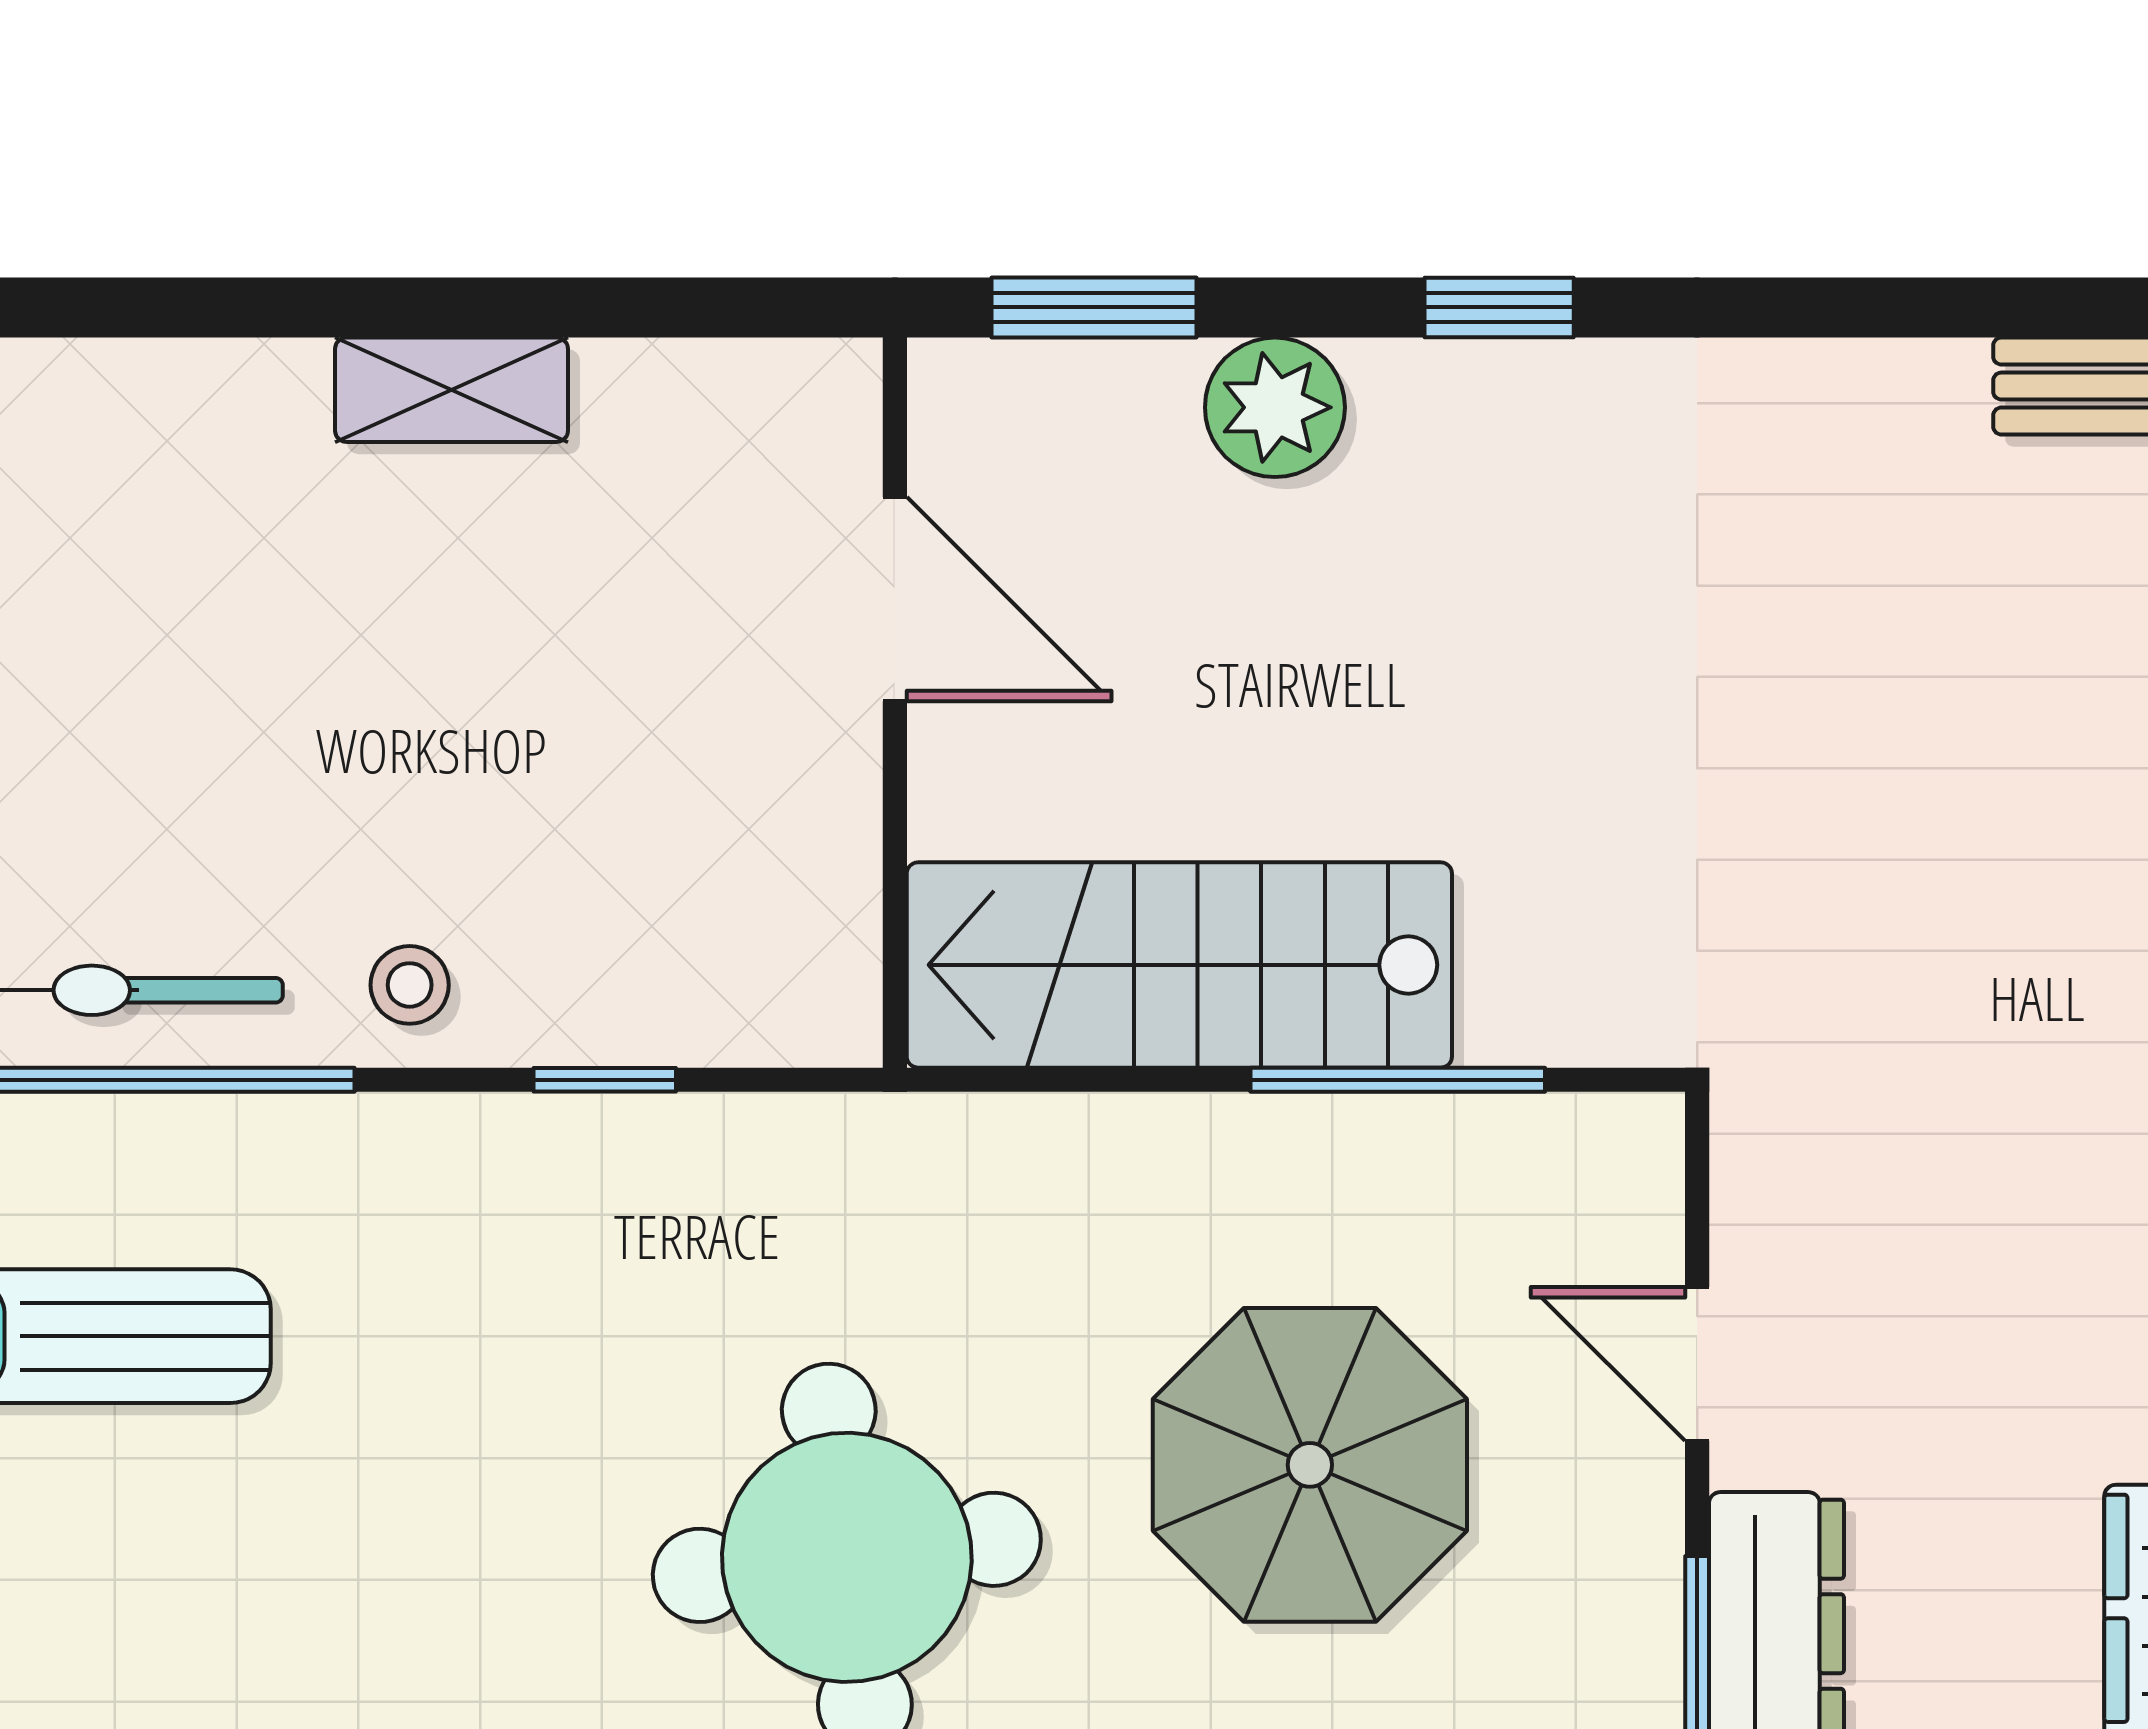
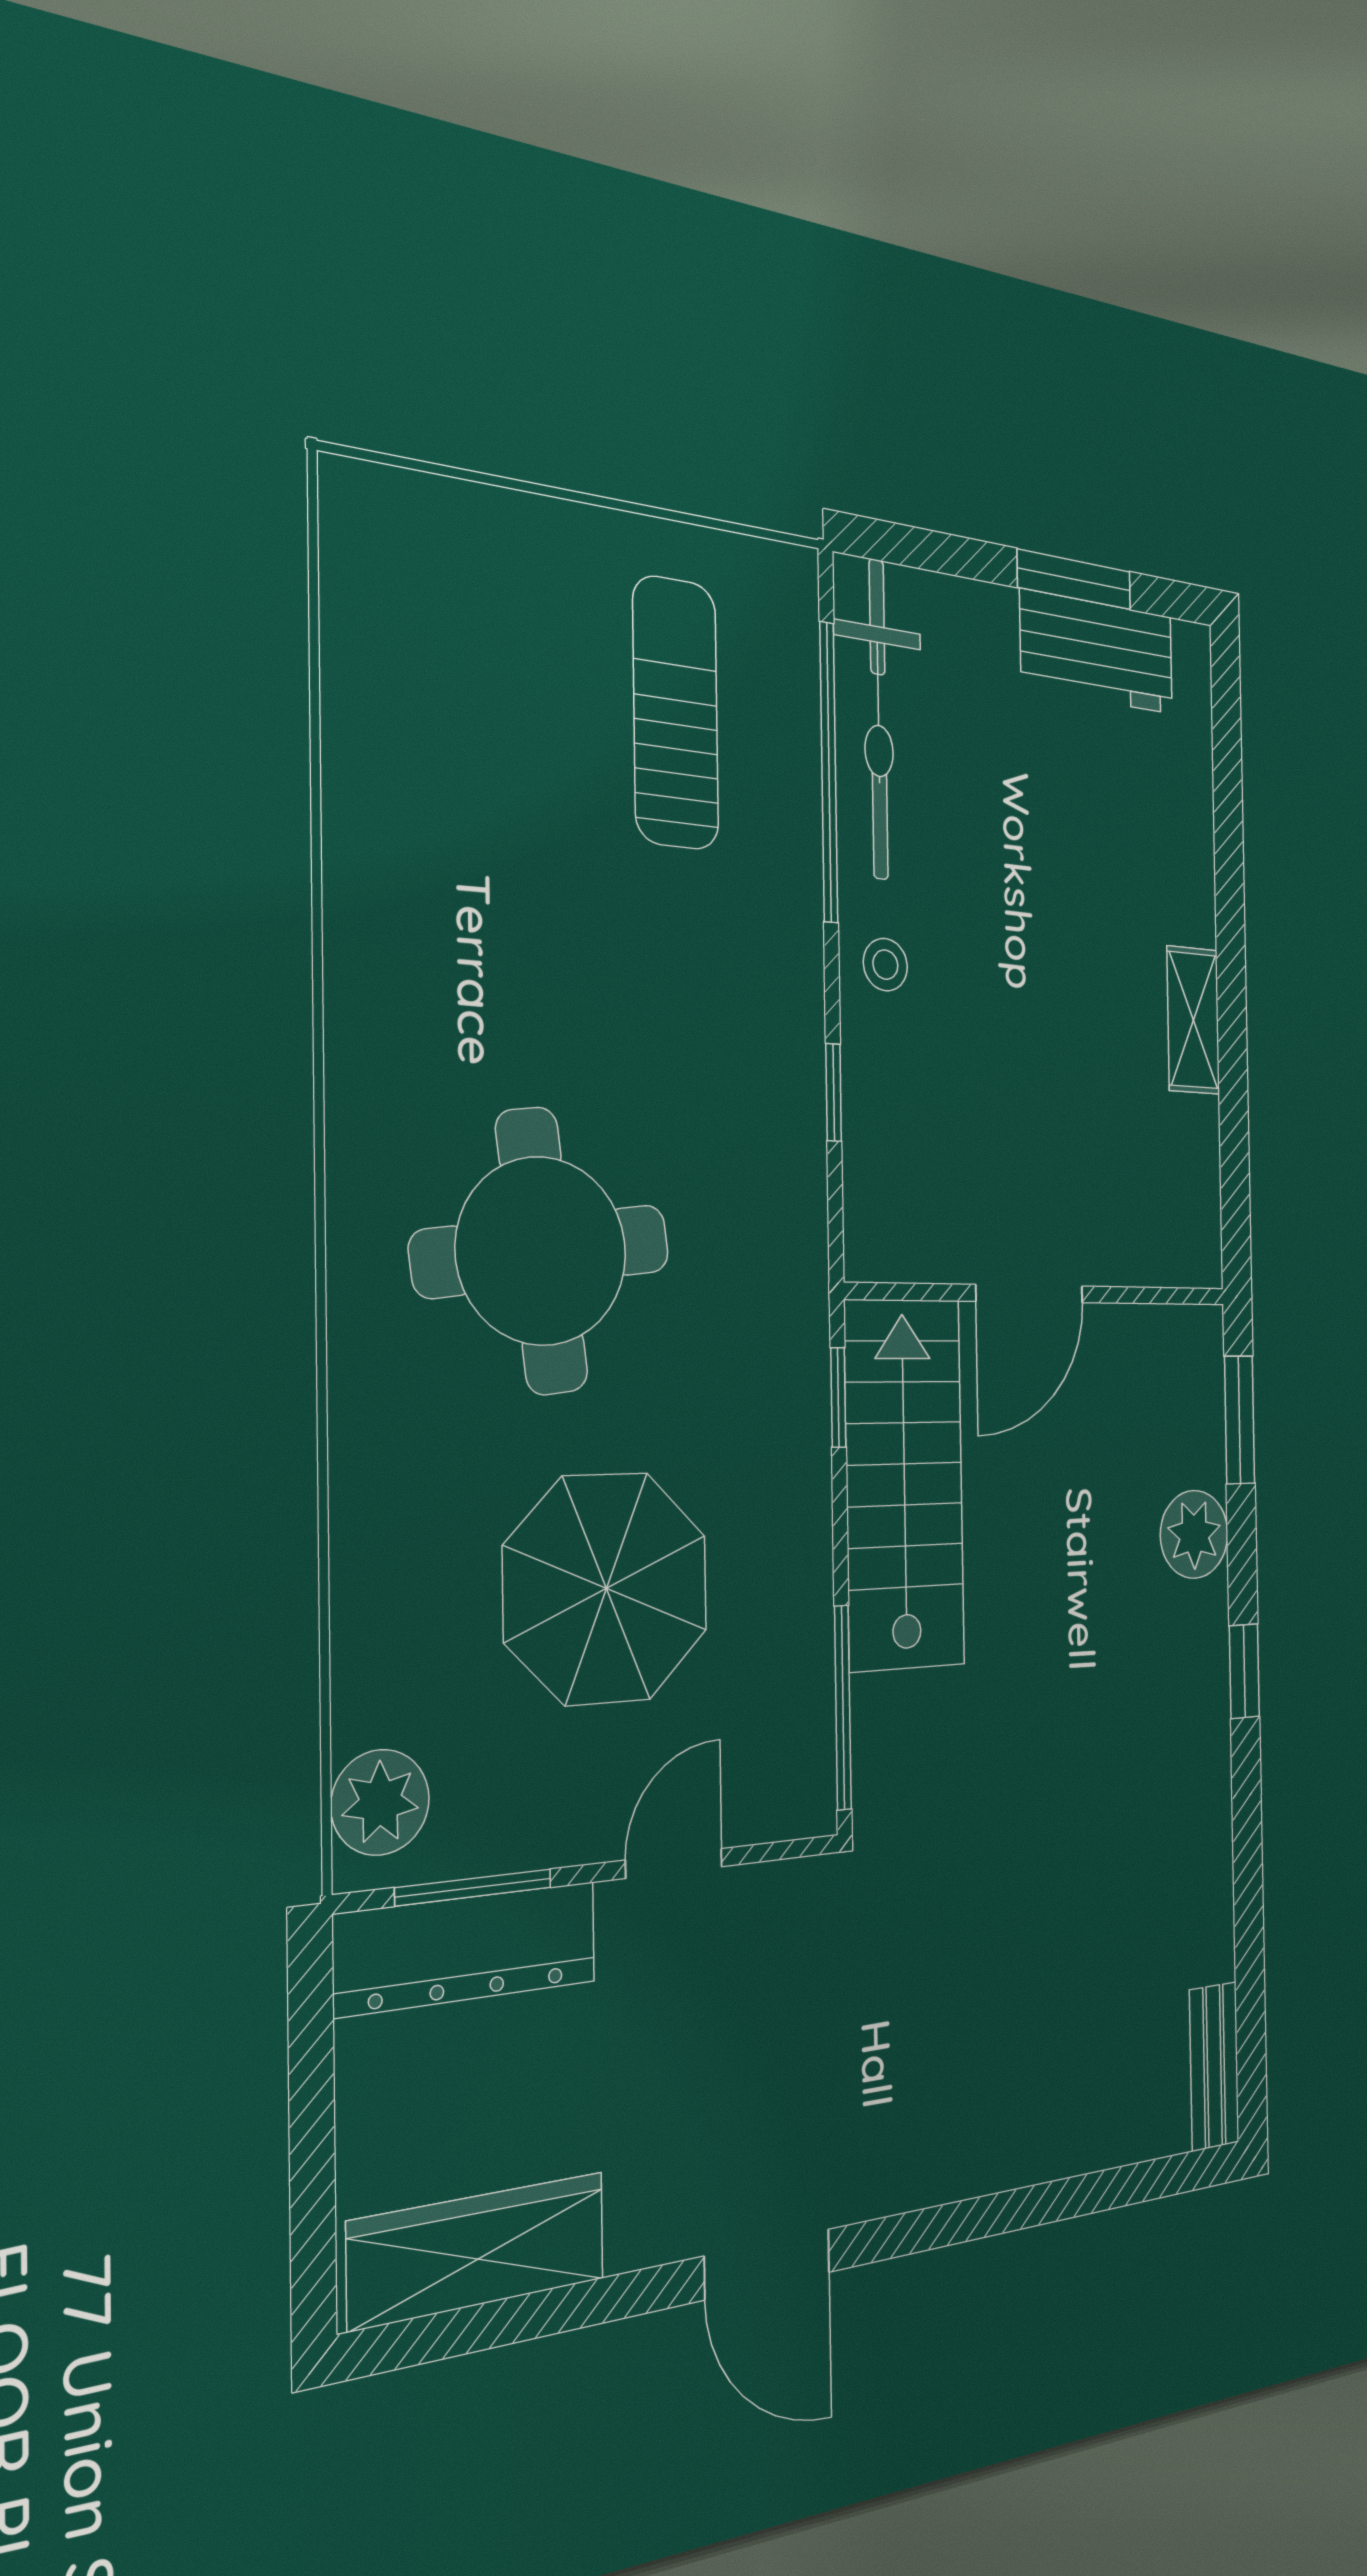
door: (895, 599) -> (1030, 1294), moved
window: (1051, 1080) -> (838, 1397), added
window: (1398, 1080) -> (843, 1707), moved

